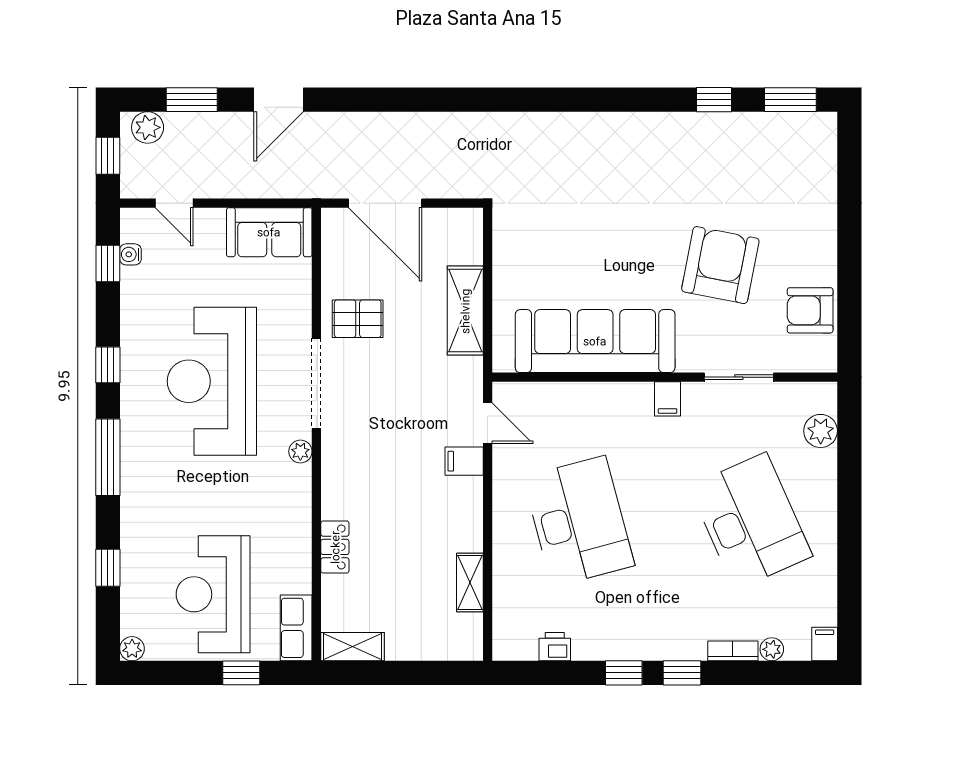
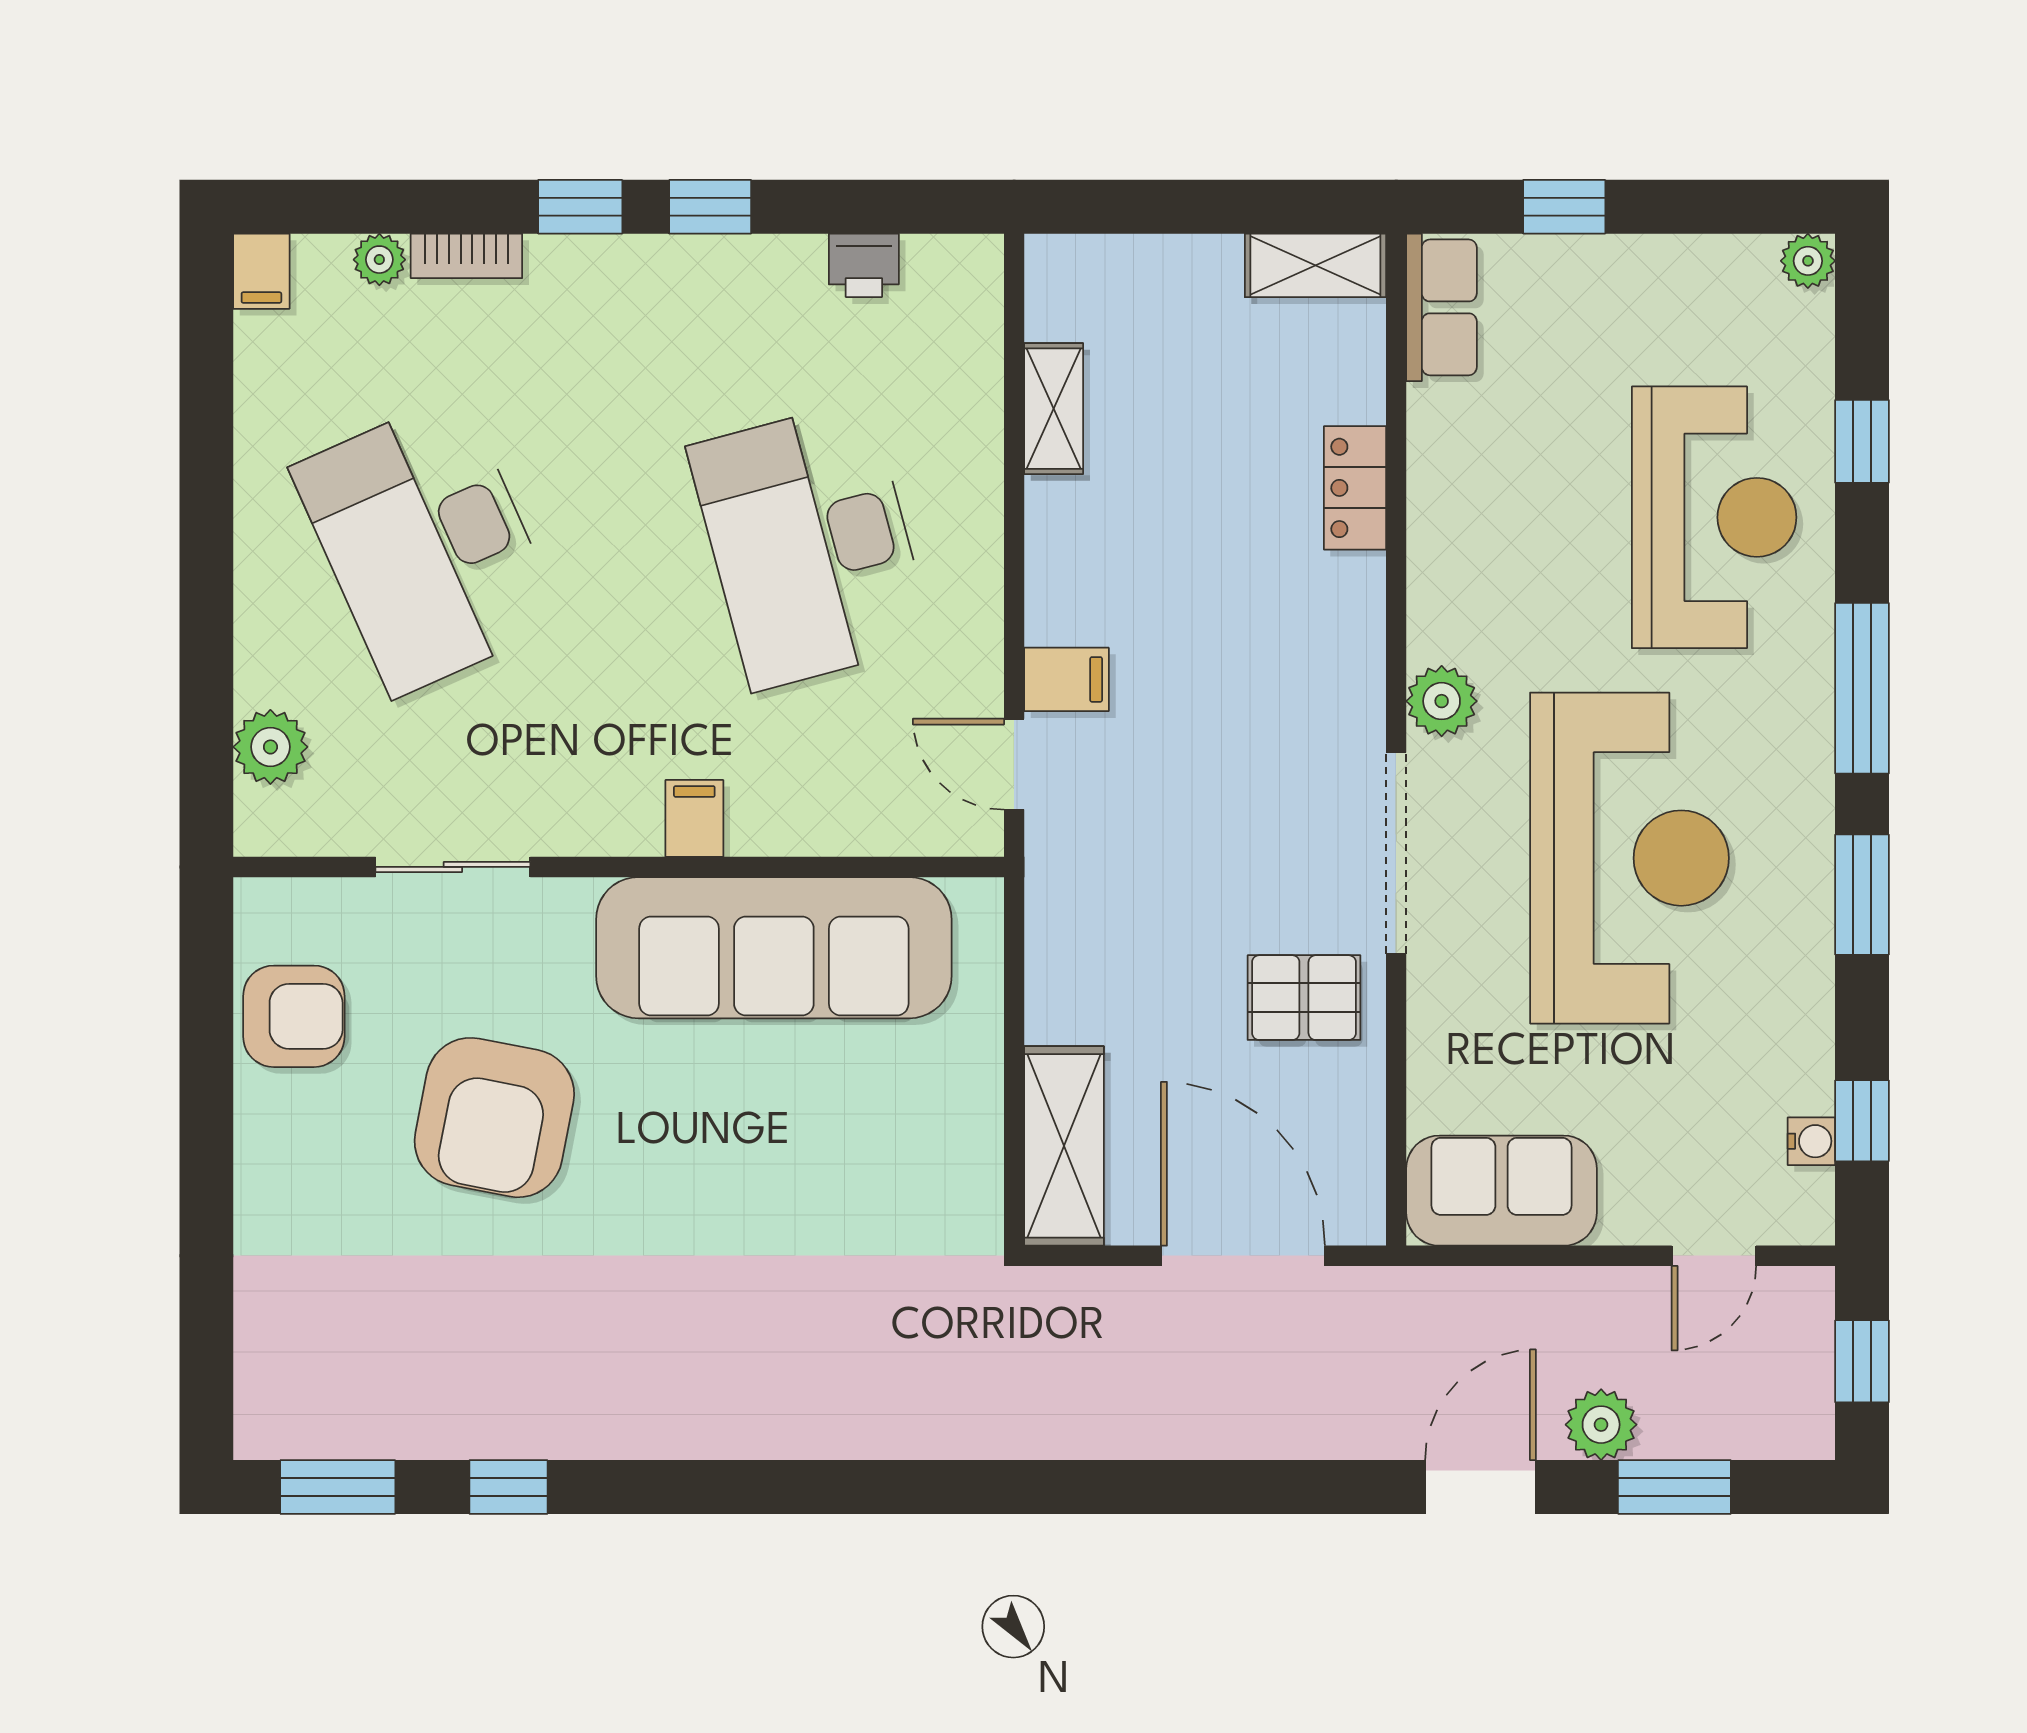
plant: (148, 127) -> (1601, 1425), moved
door: (174, 203) -> (1714, 1256), swing flipped
shelving: (465, 311) -> (1064, 1146), moved
window: (108, 365) -> (1862, 895), width x1.50
filing cabinet: (668, 399) -> (694, 818), moved
plant: (300, 452) -> (1442, 701), width x1.38, depth x1.38
reception desk: (213, 594) -> (1714, 517), moved

